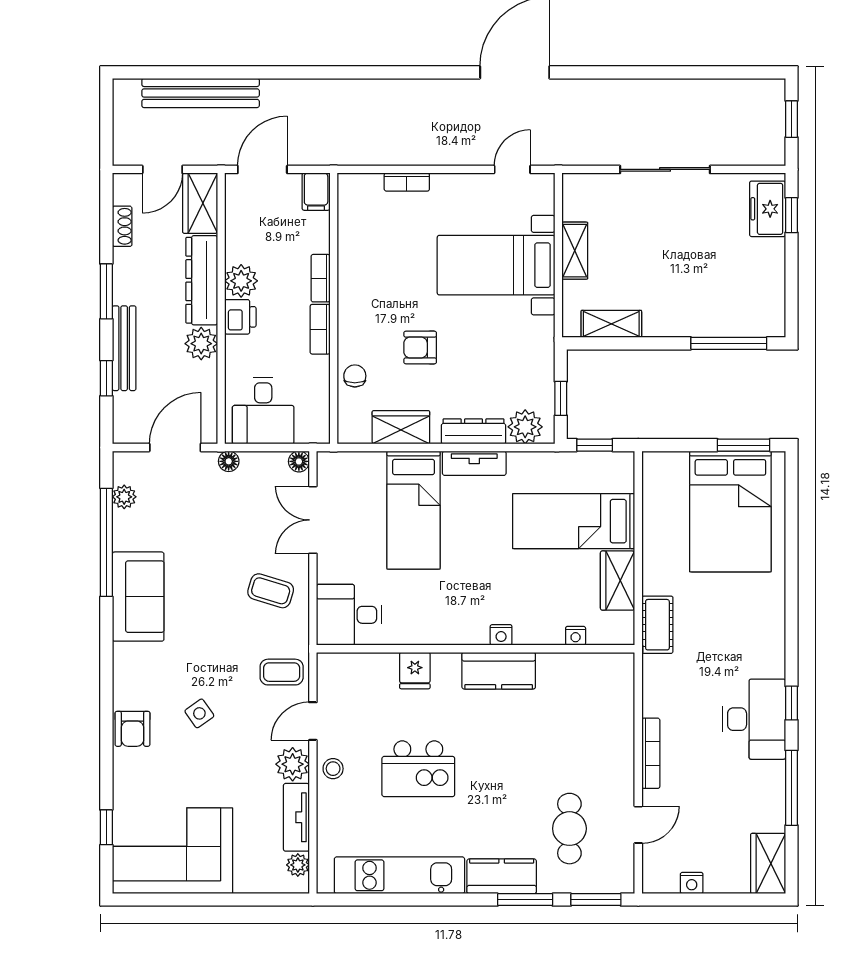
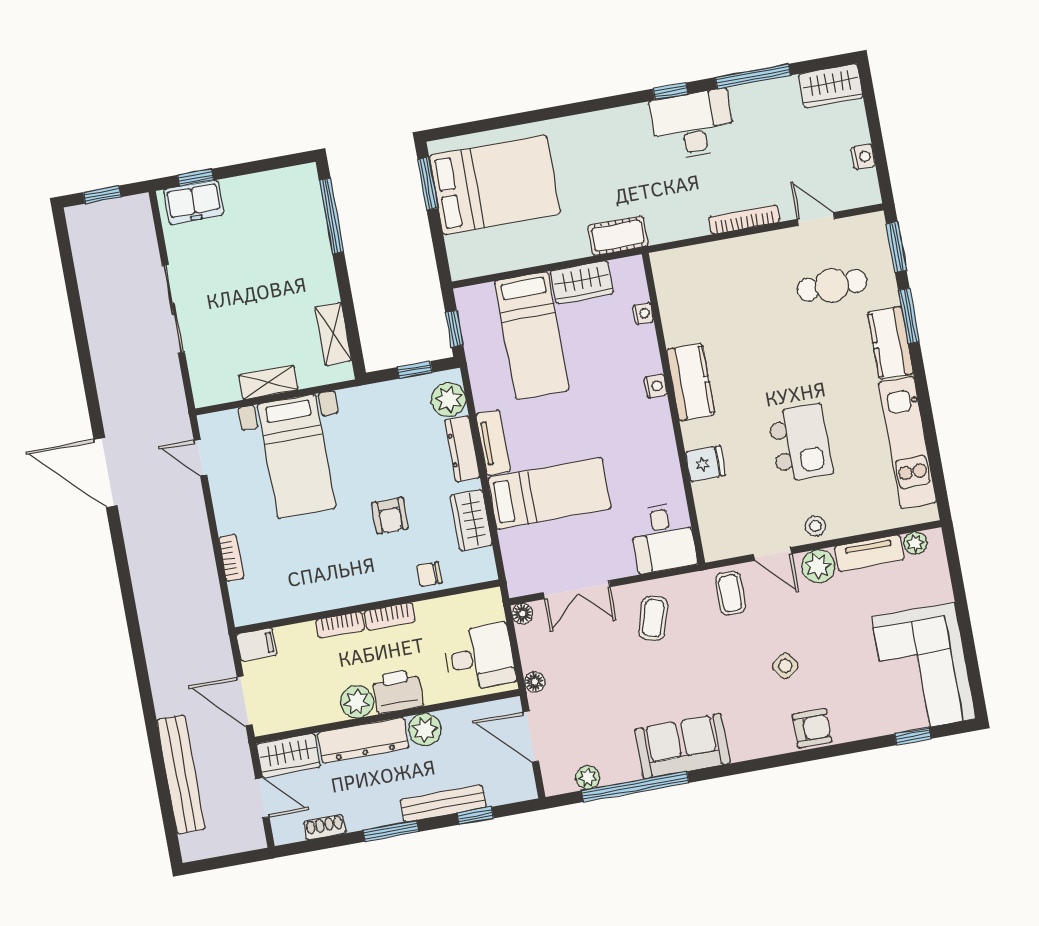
printer: (240, 317) -> (397, 691), width x1.36, depth x1.24

